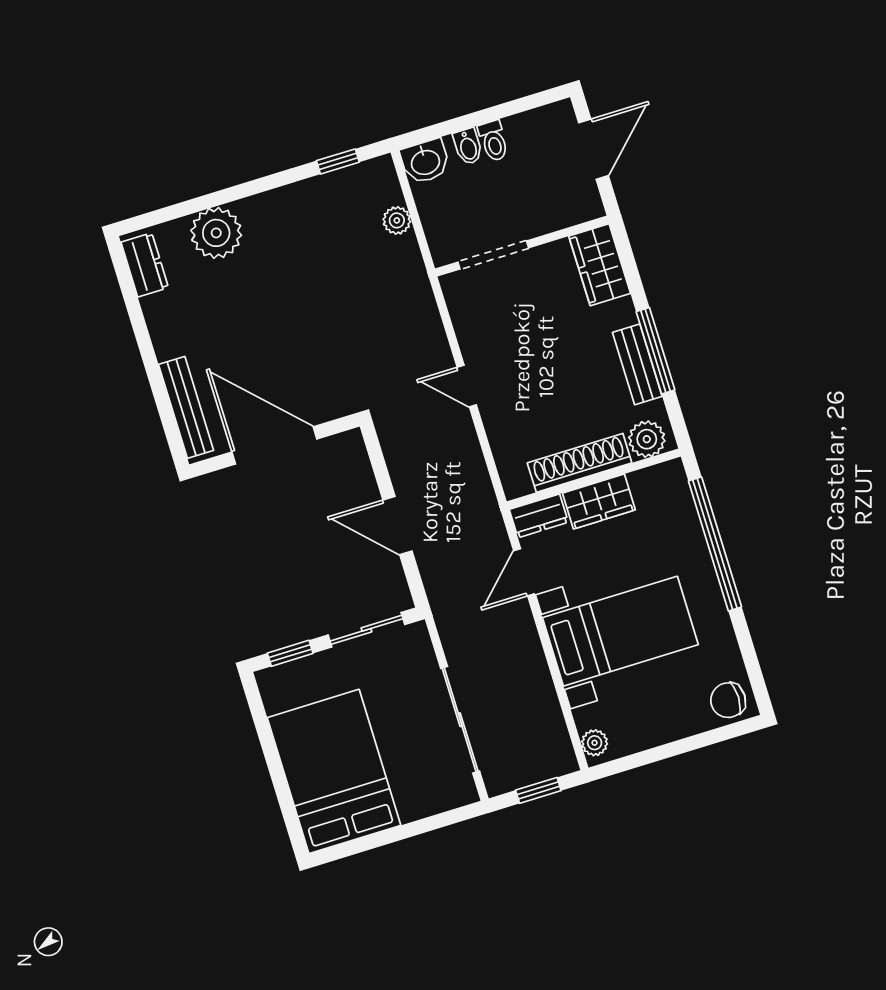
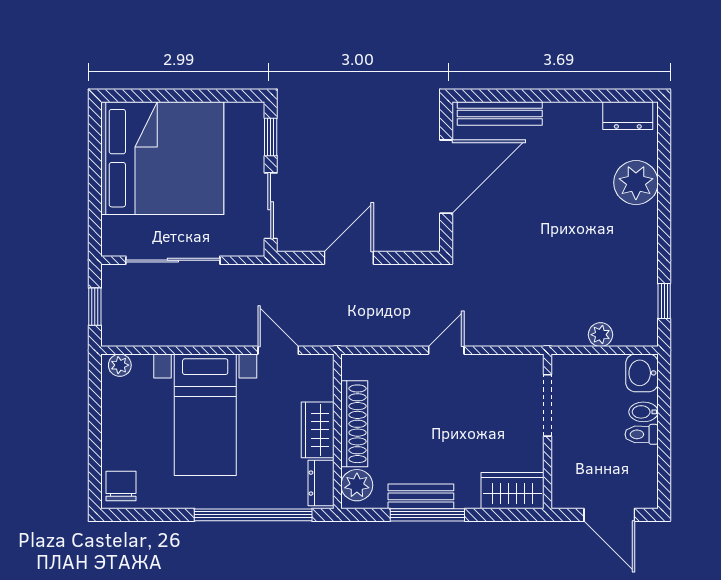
dresser: (539, 516) -> (321, 483), moved
bed: (334, 771) -> (162, 158), width x1.36

